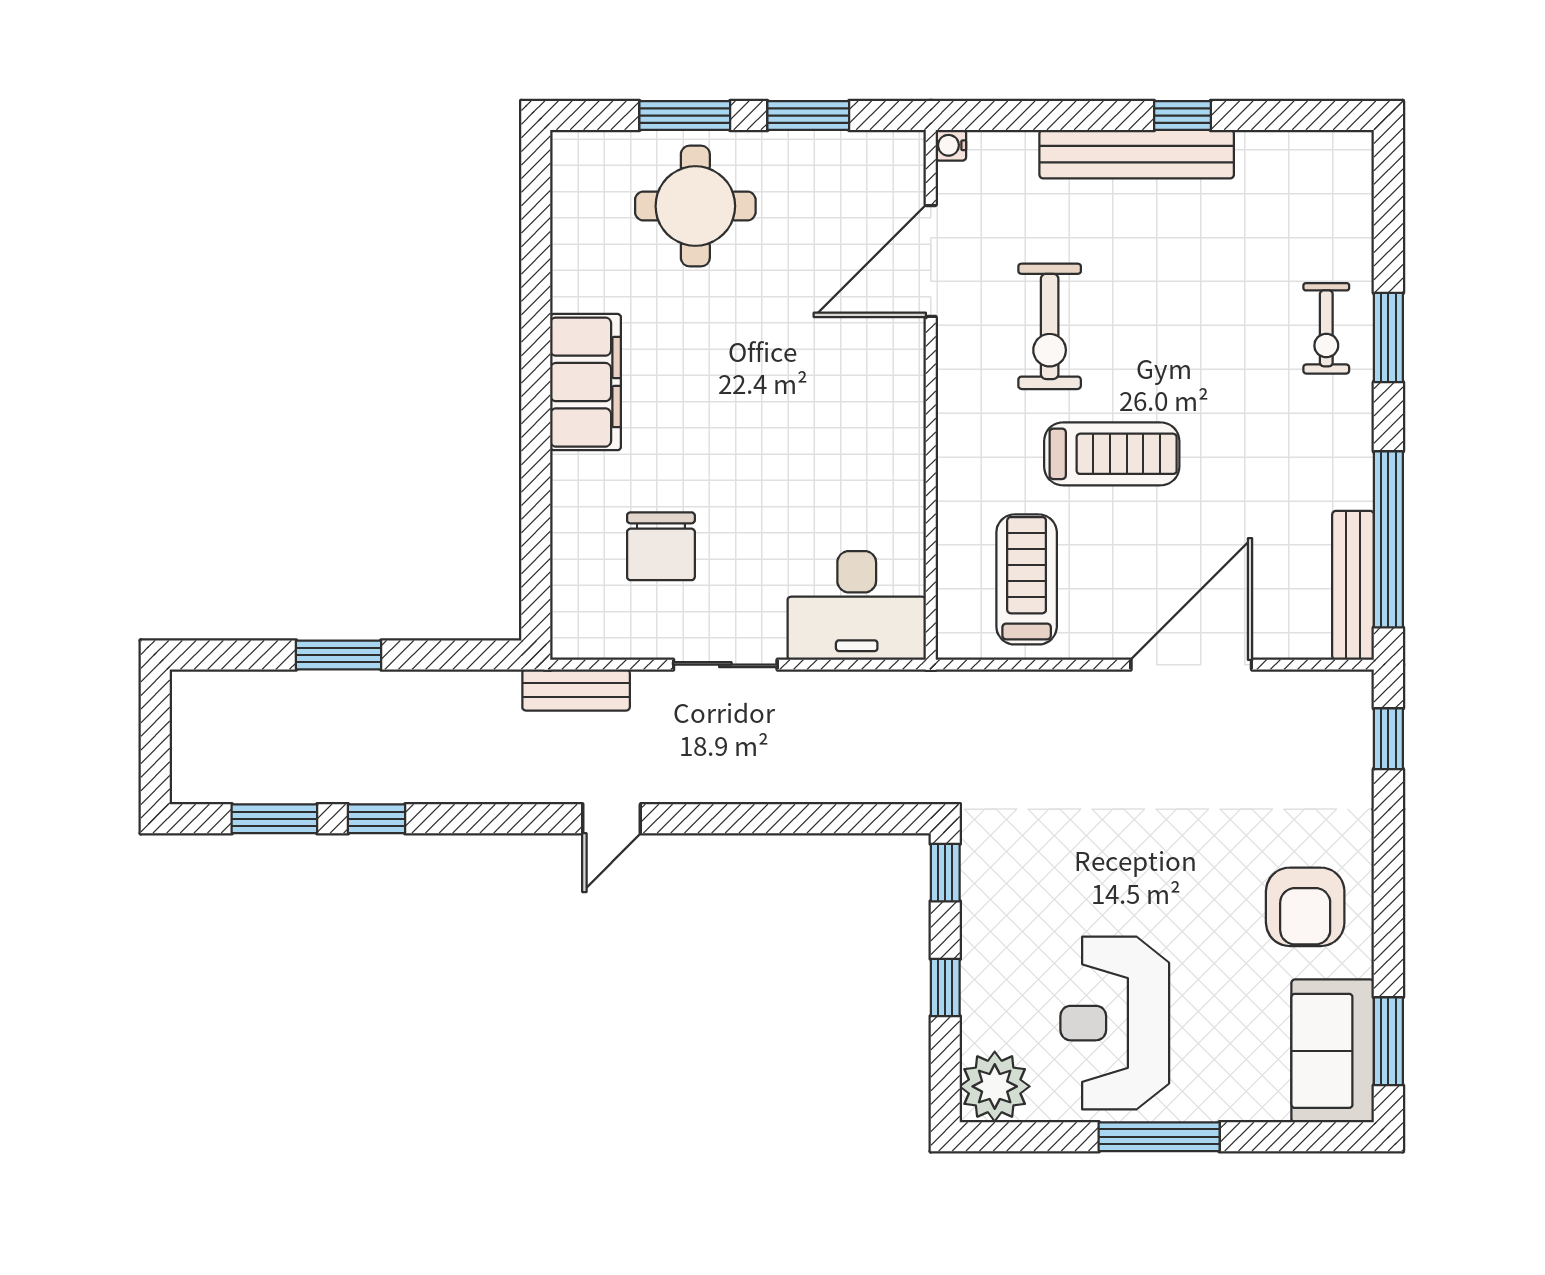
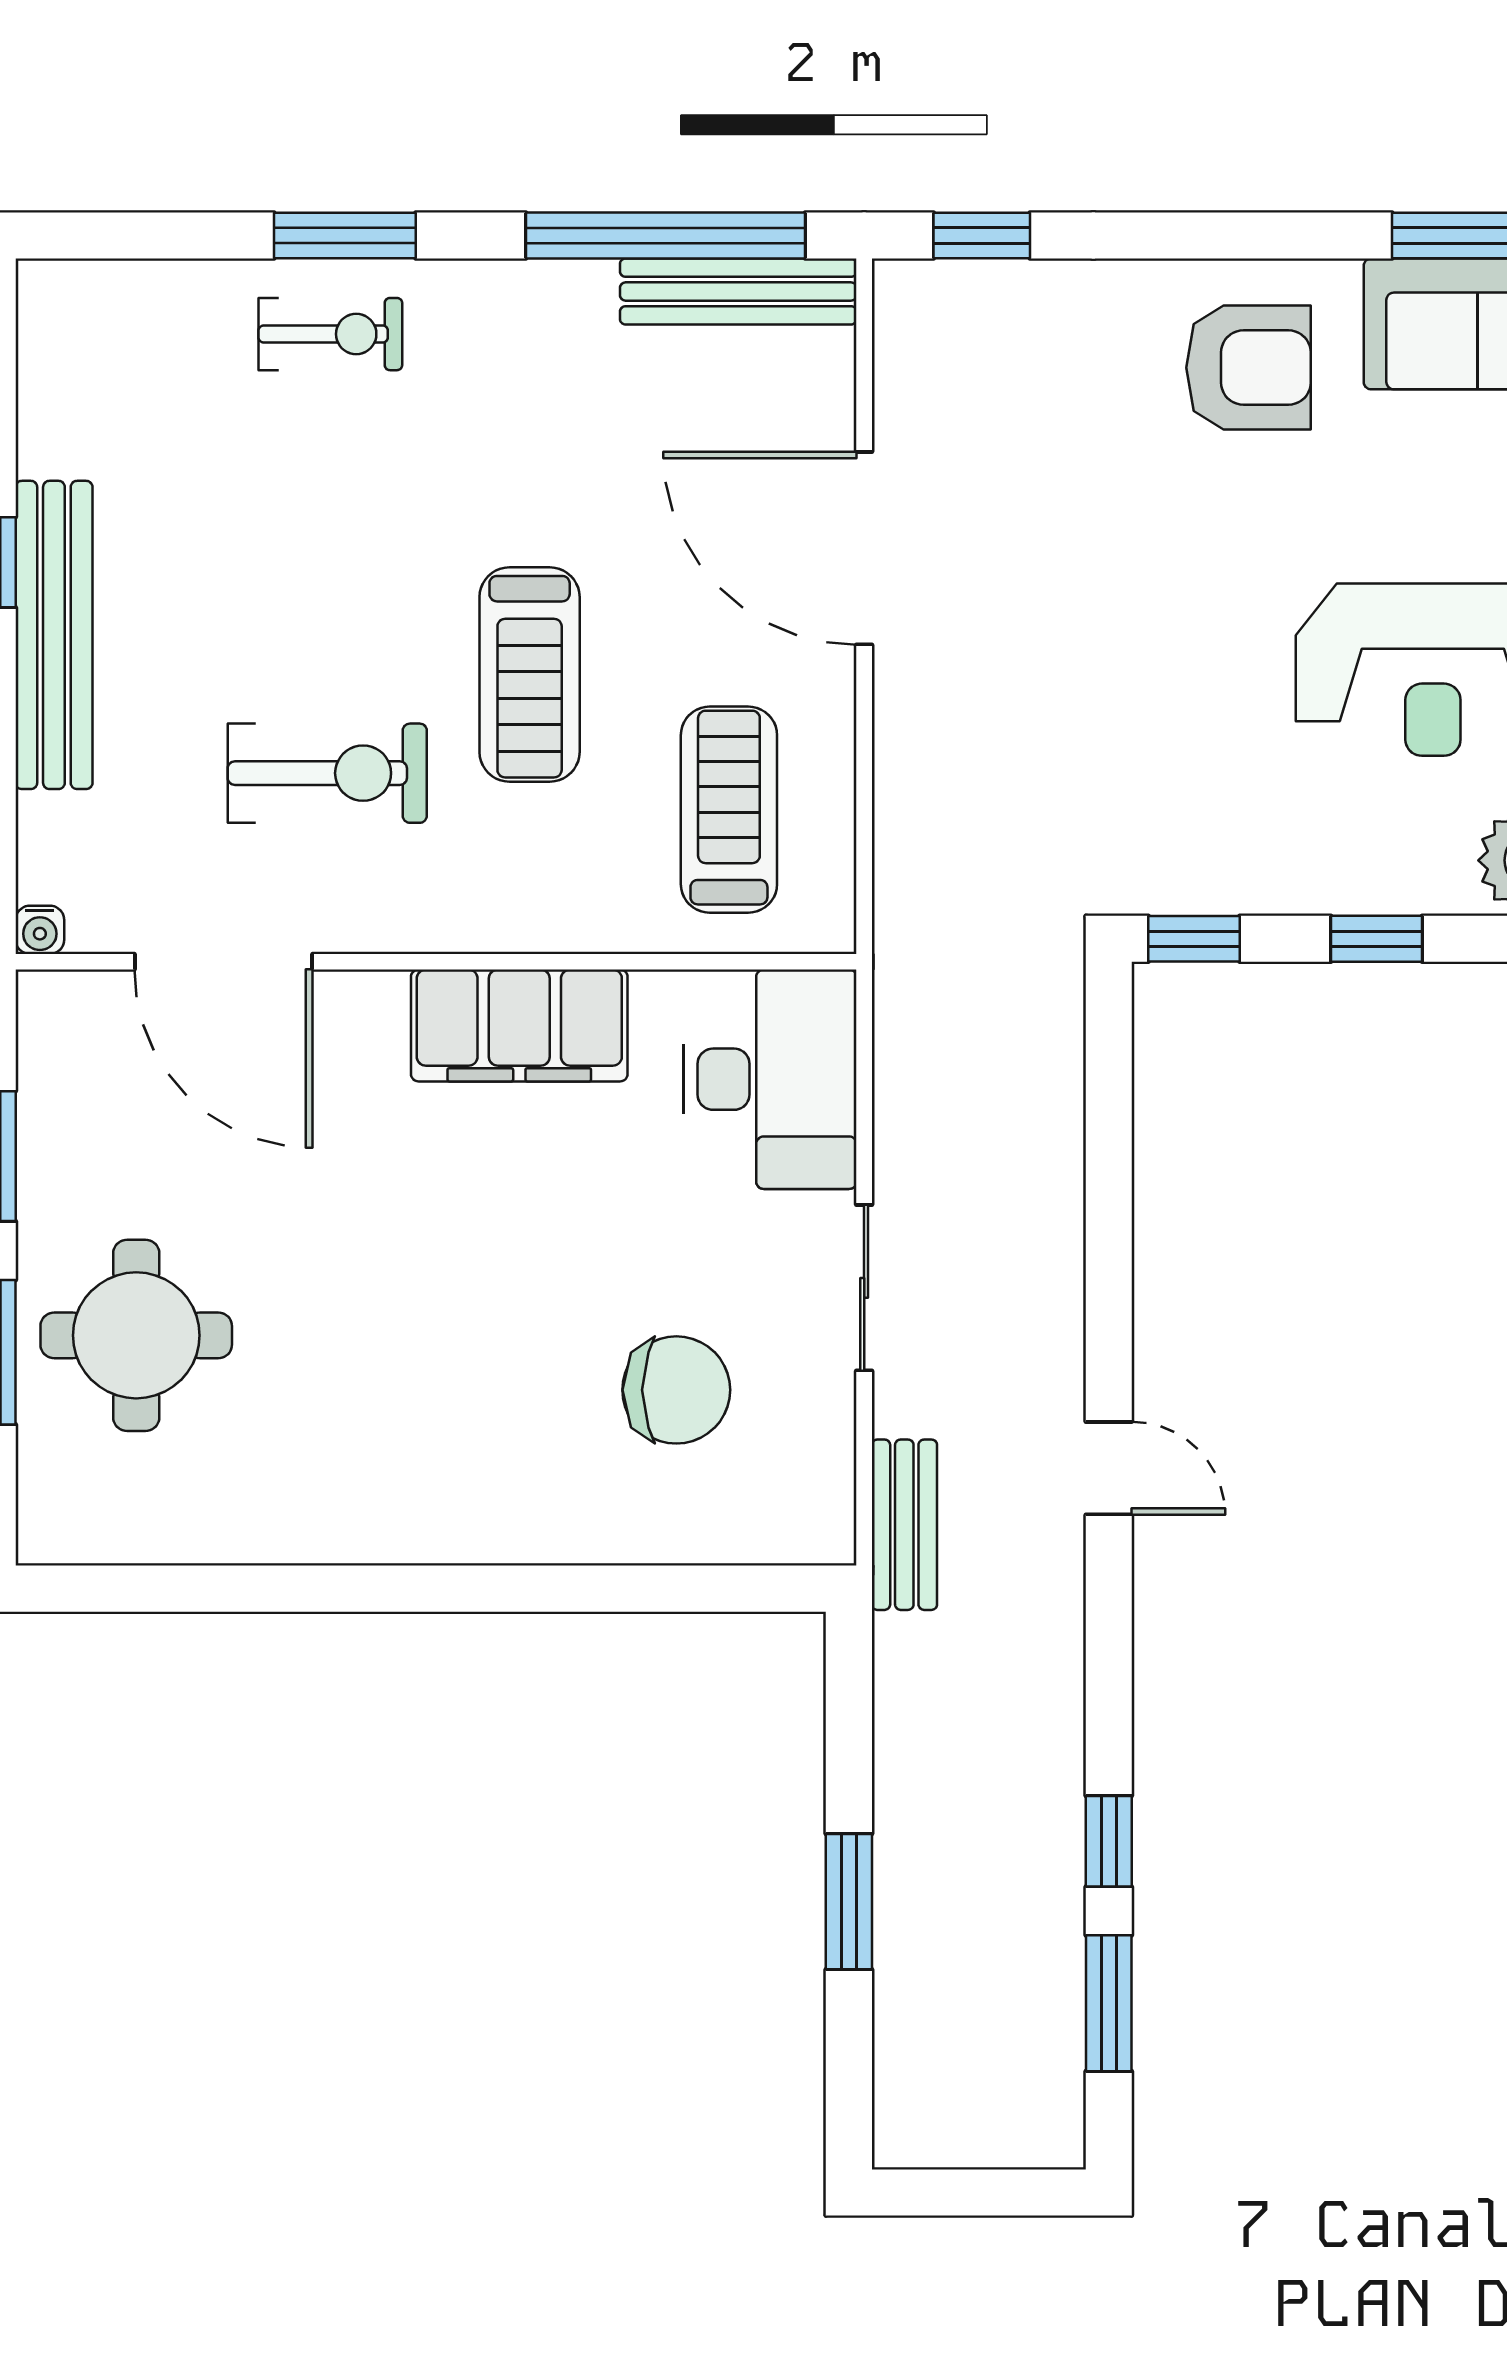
filing cabinet: (586, 382) -> (519, 1025), moved, turned 180
treadmill: (1112, 454) -> (530, 674), turned 180
treadmill: (1027, 579) -> (729, 810), turned 90

